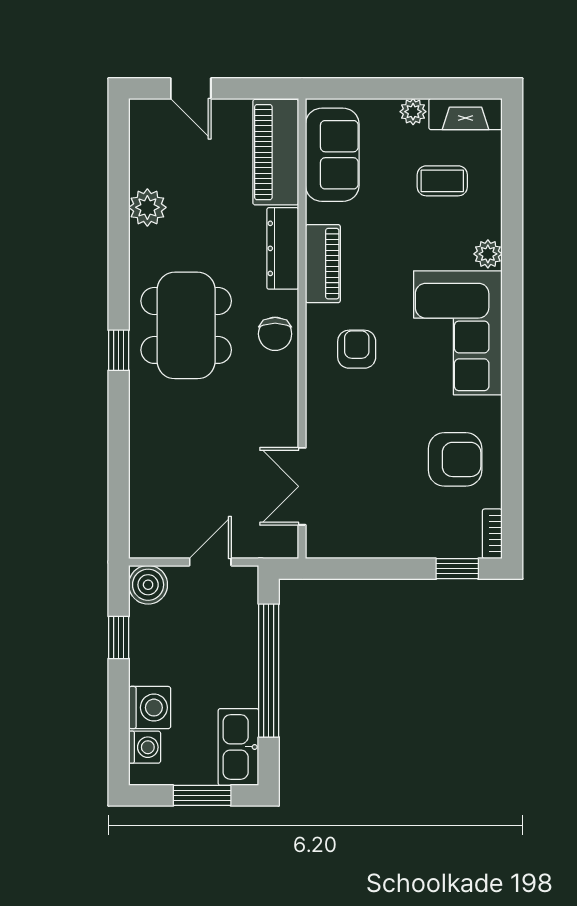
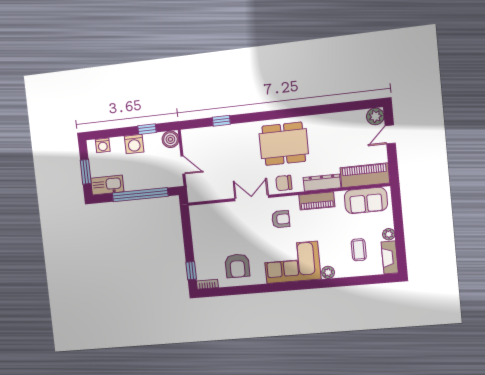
plant: (147, 207) -> (375, 116), moved
window: (119, 350) -> (221, 121), moved
double door: (302, 486) -> (252, 198), moved
washing machine: (150, 708) -> (134, 144), moved

